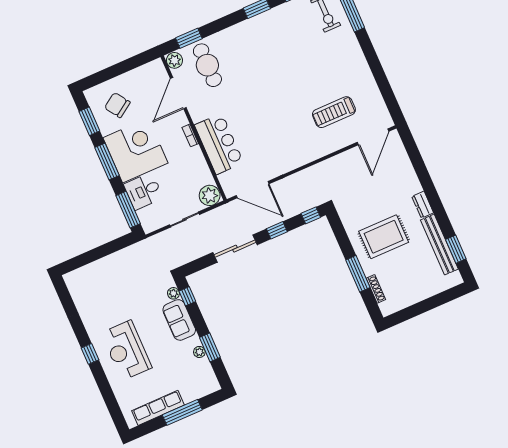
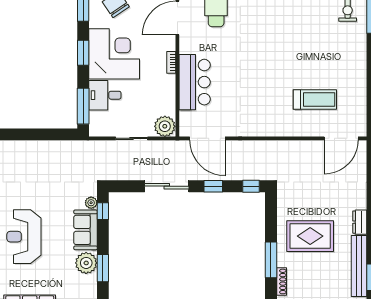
treadmill: (334, 112) -> (315, 99), turned 180
window: (107, 162) -> (83, 53), width x0.69
plant: (199, 352) -> (86, 263), width x1.87, depth x1.87

